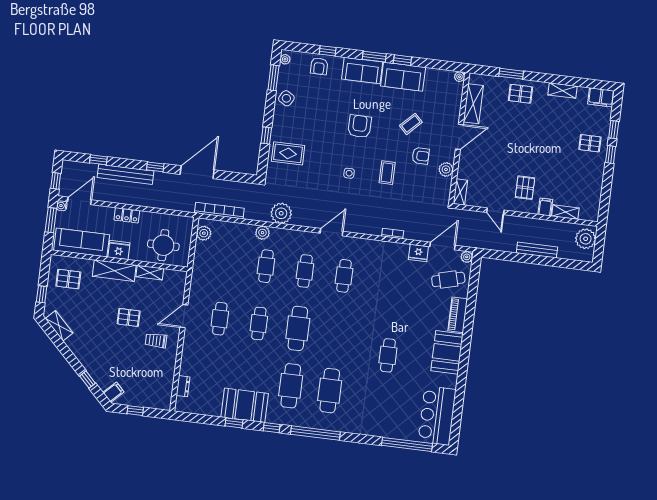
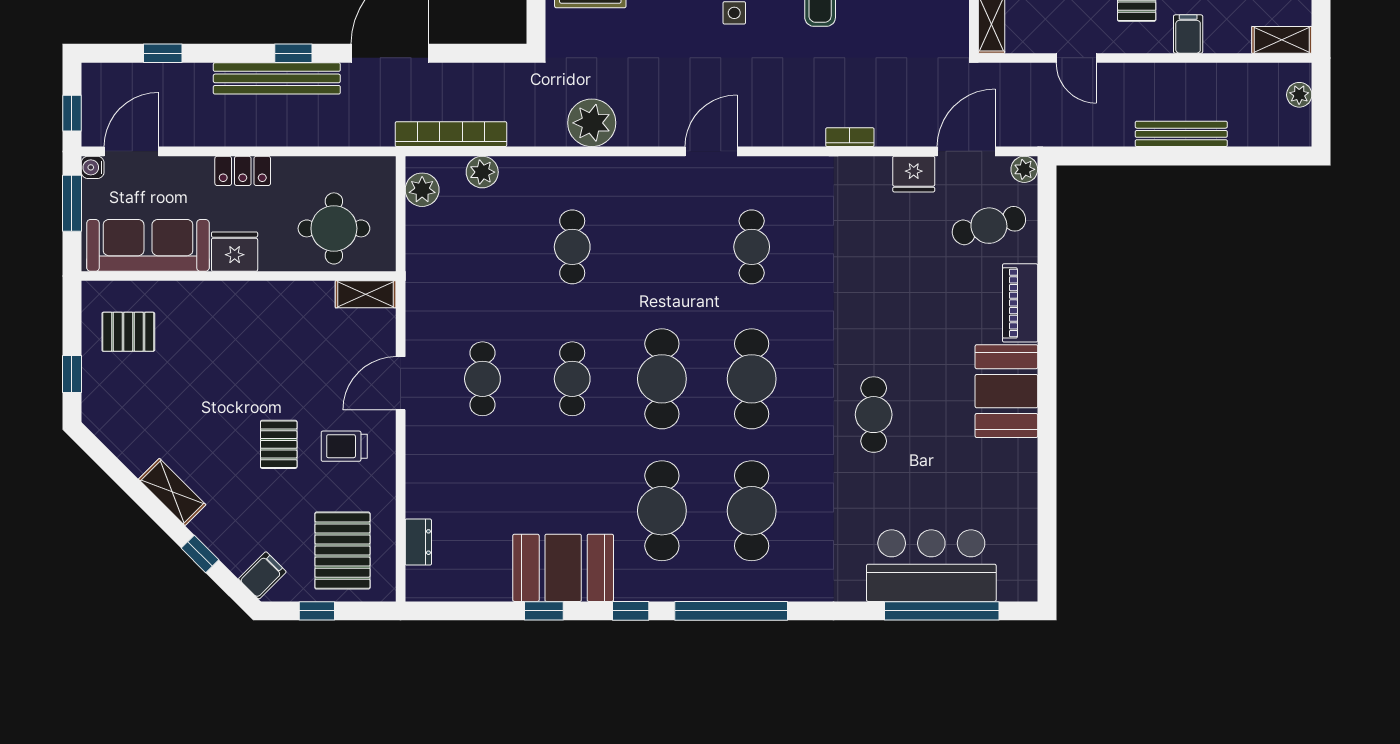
bench: (125, 174) -> (277, 78), moved
shelving: (565, 212) -> (1282, 40), moved
plant: (262, 233) -> (482, 172), moved
plant: (586, 239) -> (1299, 95), width x0.53, depth x0.53
shelving: (114, 271) -> (230, 300), removed
cafe table: (305, 271) -> (752, 379), moved, width x1.37, depth x1.35
shelving: (150, 273) -> (366, 294), moved
pallet: (129, 317) -> (279, 444), moved, turned 90
shelving: (59, 326) -> (172, 492), moved
pallet: (150, 386) -> (342, 551), added
bar counter: (437, 415) -> (931, 566), moved, turned 90

